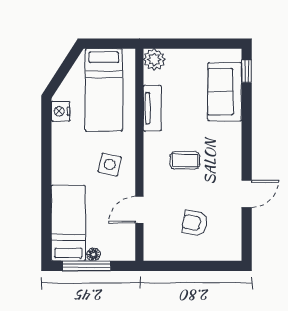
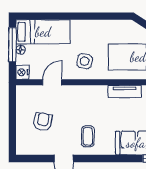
nightstand: (61, 111) -> (23, 72), moved, turned -90
coffee table: (185, 160) -> (88, 136), moved
door: (139, 210) -> (52, 82), hinge flipped

